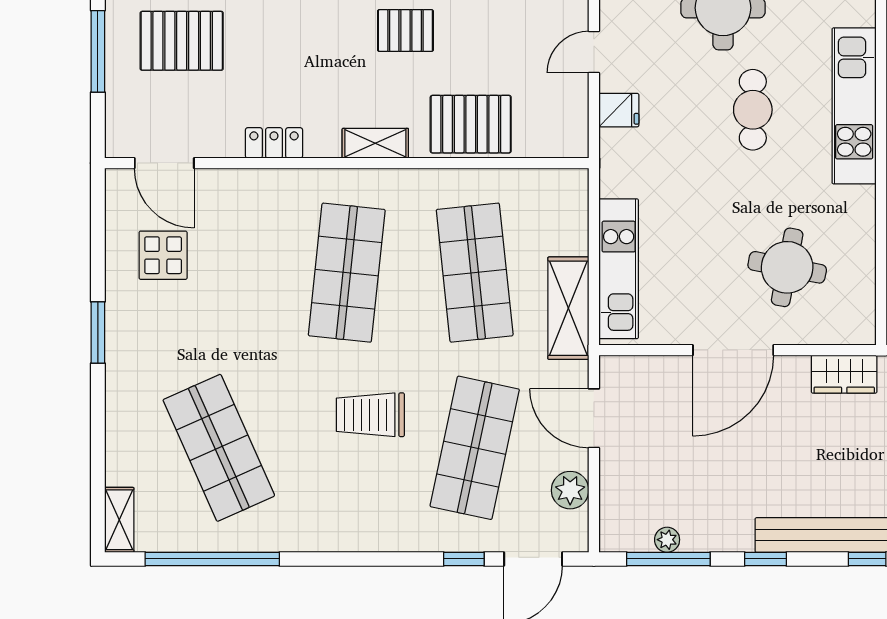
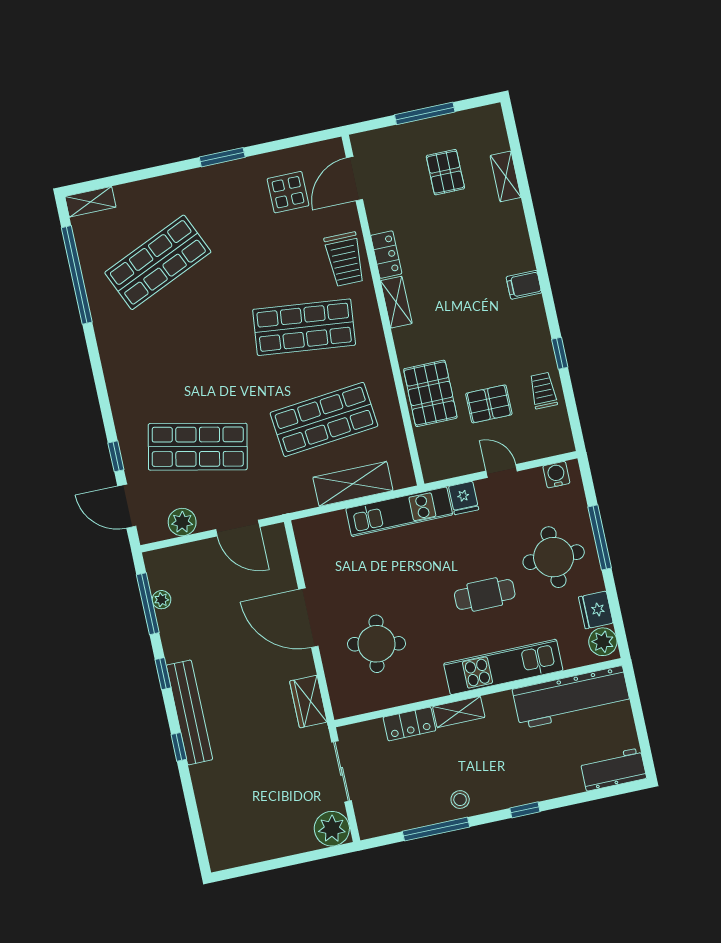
pallet: (405, 31) -> (489, 404), moved, turned 90
pallet: (182, 41) -> (445, 172), width x0.67, depth x0.71
shelving: (375, 143) -> (396, 302), moved
kitchen unit: (619, 269) -> (399, 512), moved
shelving: (568, 308) -> (353, 484), moved
trolley: (370, 415) -> (345, 259), moved, turned 180
door: (594, 418) -> (238, 528), swing flipped

